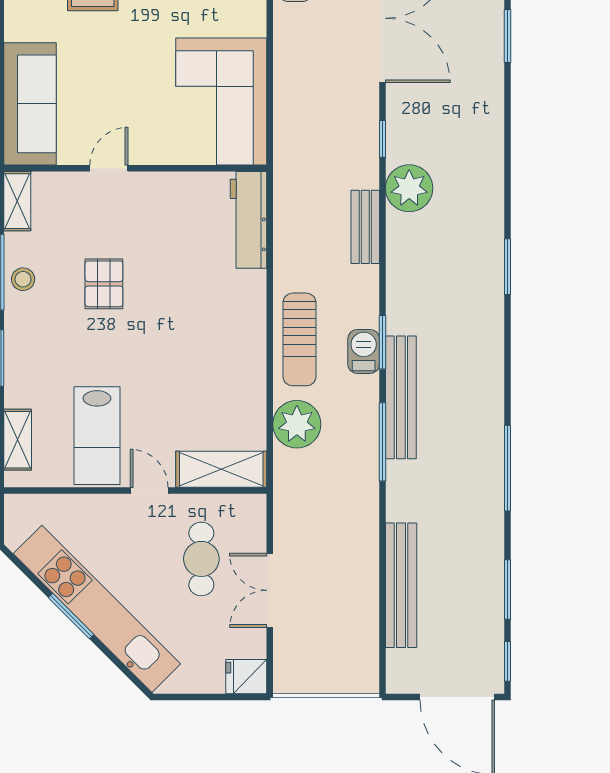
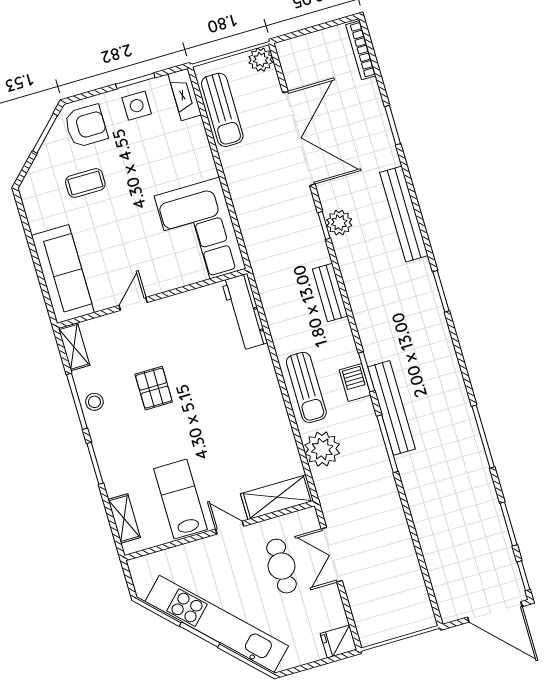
plant: (409, 188) -> (339, 223), moved, width x0.73, depth x0.73
lab bench: (97, 436) -> (180, 499), turned 180
bench: (401, 585) -> (404, 214), moved
double door: (270, 590) -> (332, 555), moved

